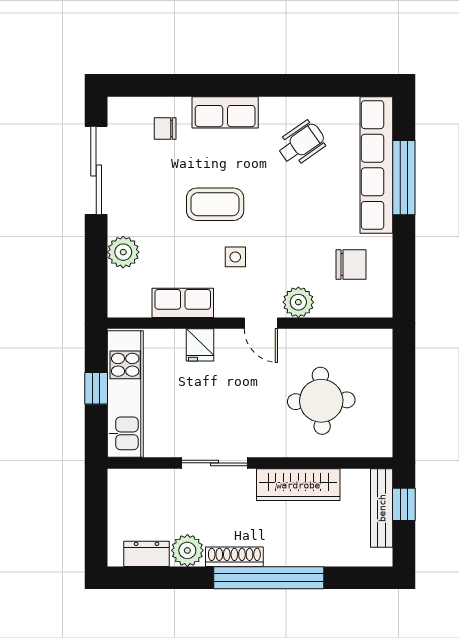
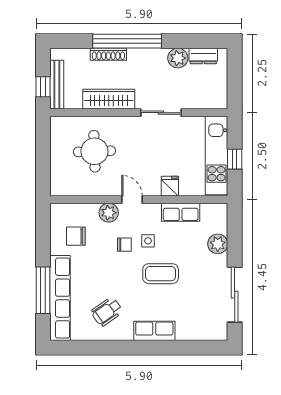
chair: (165, 128) -> (124, 245), moved
shoe rack: (234, 557) -> (108, 54), moved

